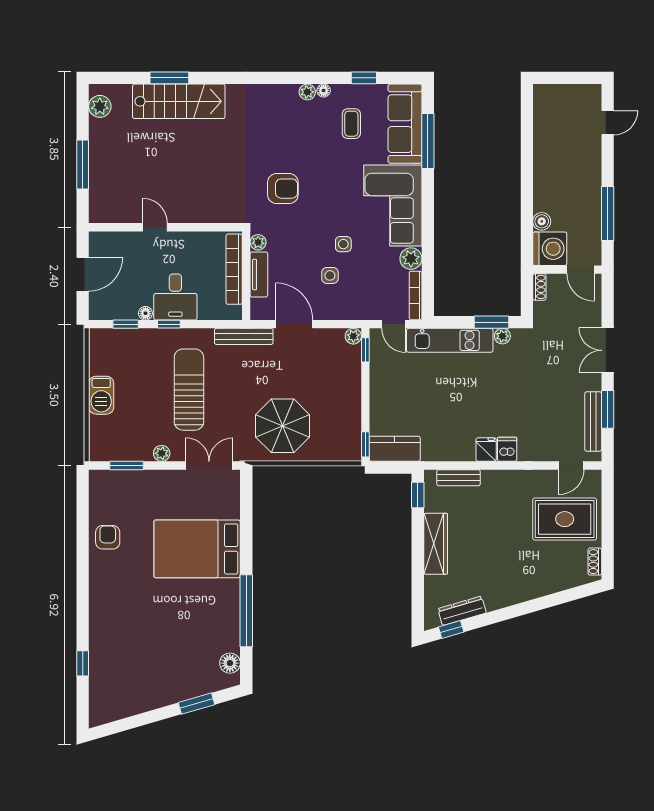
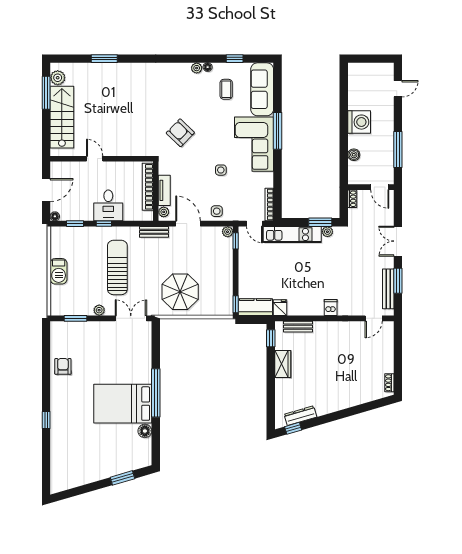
stairs: (179, 101) -> (62, 117), moved, turned -90
window: (428, 141) -> (278, 131), moved
window: (83, 164) -> (46, 93), moved
armchair: (283, 189) -> (180, 133), turned -136
plant: (258, 242) -> (164, 212), moved
washing machine: (550, 249) -> (359, 122), moved
plant: (411, 259) -> (266, 180), removed
side table: (330, 275) -> (217, 211), moved
floor lamp: (145, 313) -> (55, 216), moved
bench: (244, 336) -> (154, 232), width x0.73
fridge: (486, 450) -> (280, 308), moved
rug: (565, 519) -> (369, 354), removed
wardrobe: (436, 544) -> (283, 364), width x0.67
bed: (197, 549) -> (123, 404), moved
window: (246, 611) -> (156, 393), moved
window: (83, 663) -> (46, 420), moved
floor lamp: (230, 663) -> (145, 431), moved

